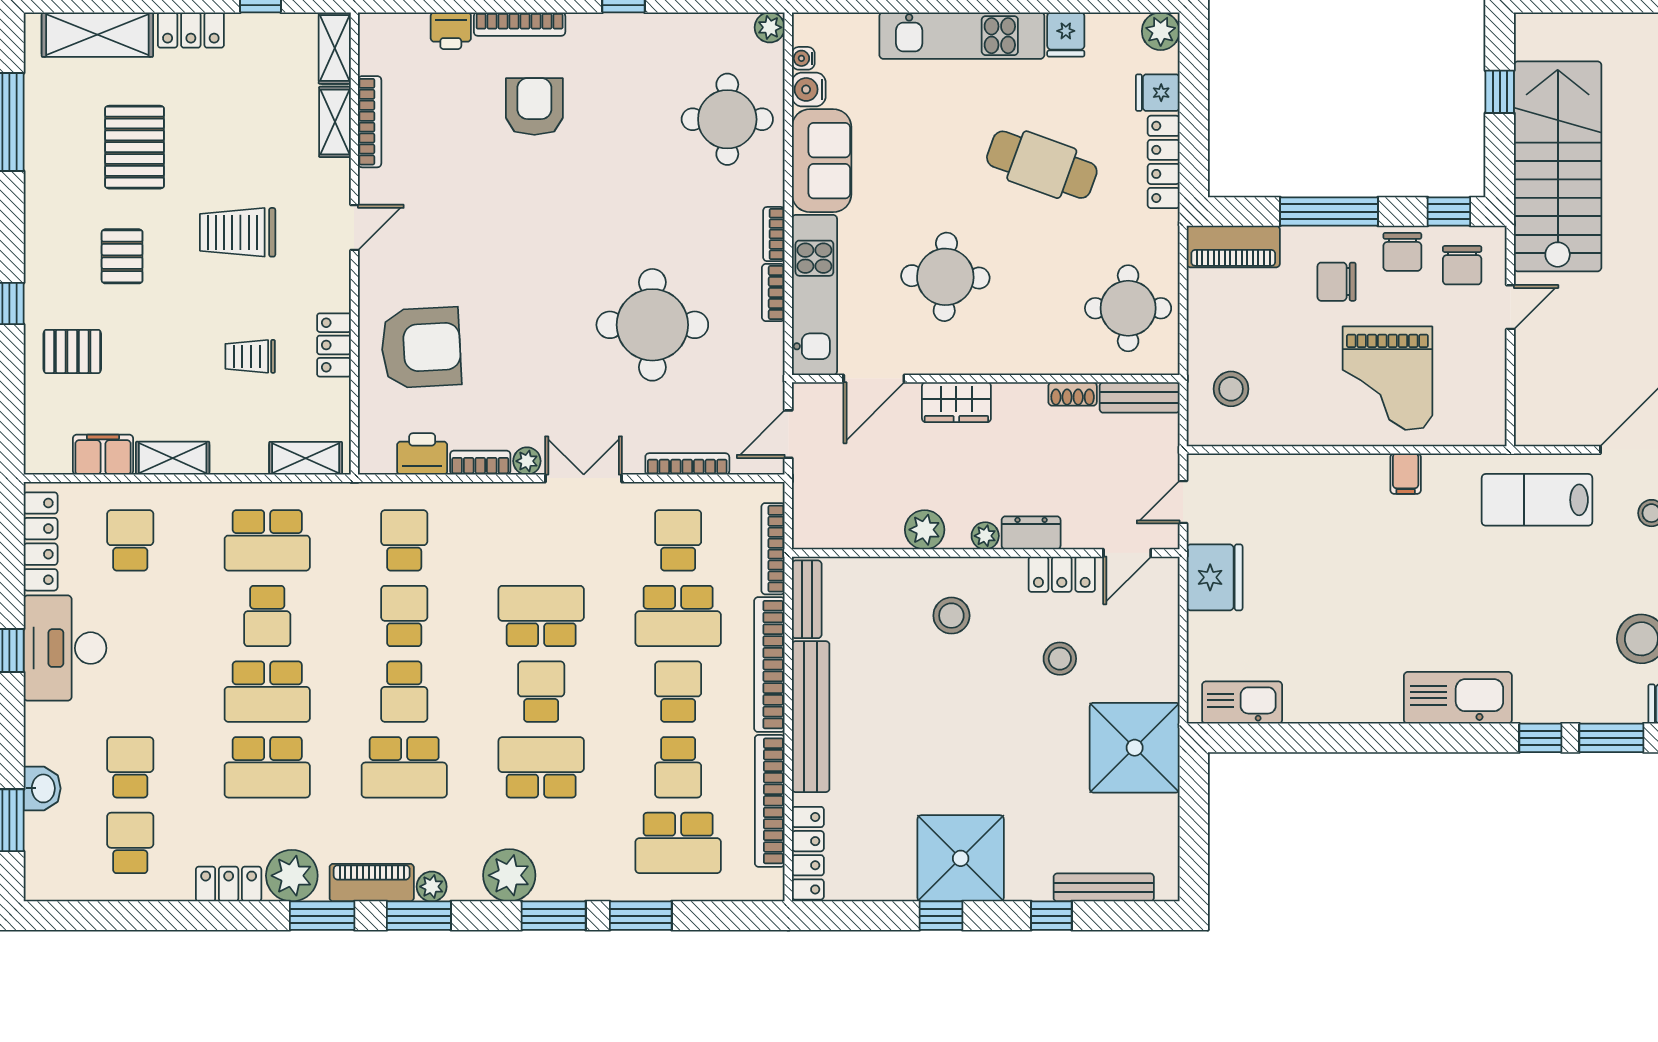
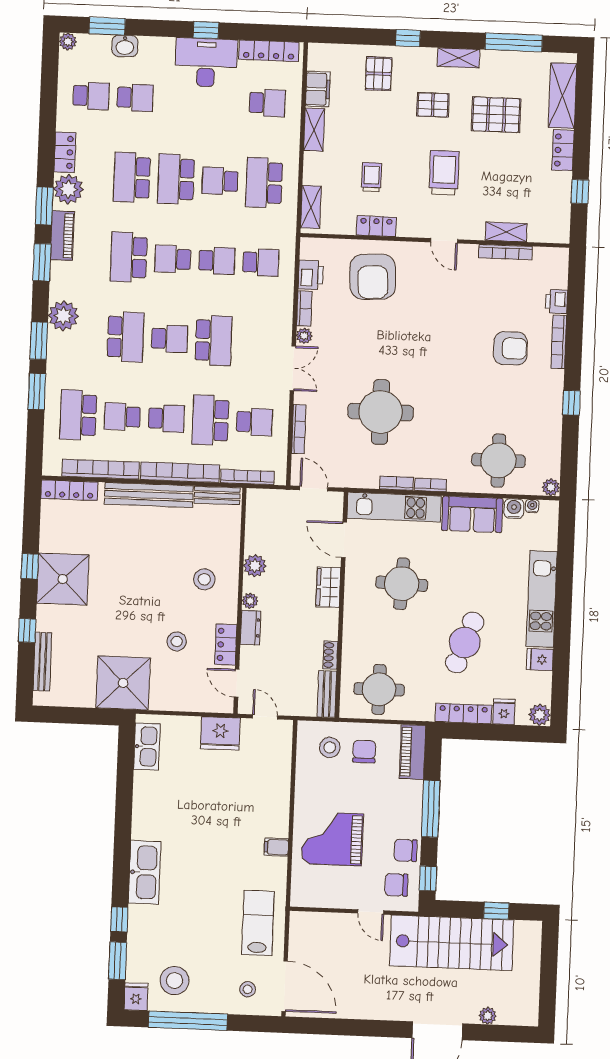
shelving: (335, 48) -> (459, 58), moved
chair: (1337, 282) -> (364, 751), moved
plant: (432, 887) -> (68, 42), moved

